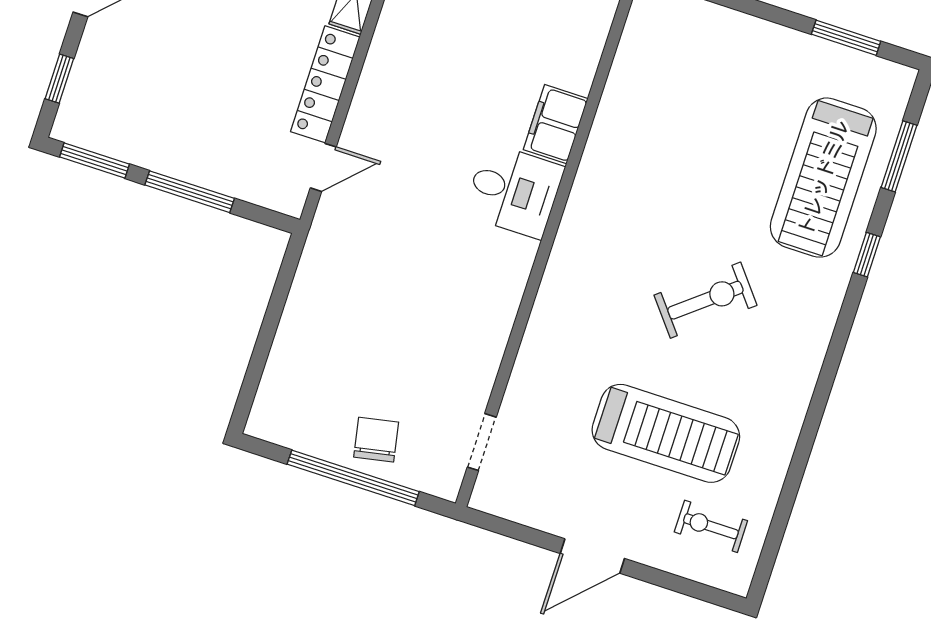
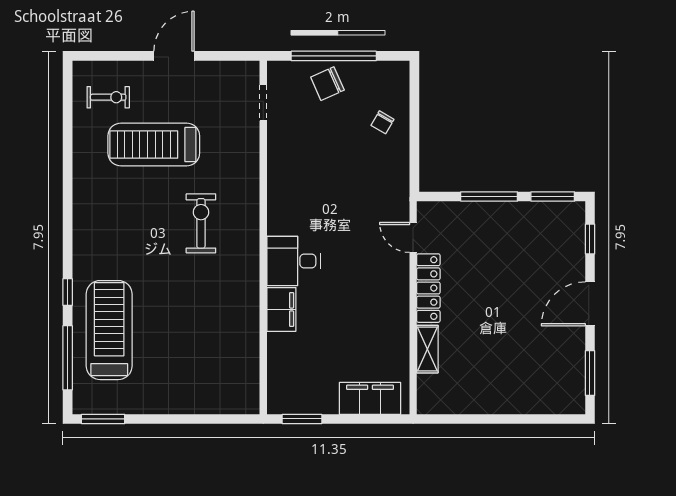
window: (846, 38) -> (103, 419), moved
window: (899, 156) -> (68, 358), width x1.44
door: (323, 167) -> (413, 237), hinge flipped
exercise bike: (705, 300) -> (201, 223), moved, turned 129
chair: (313, 355) -> (382, 122), added
chair: (376, 440) -> (327, 84), turned 77

